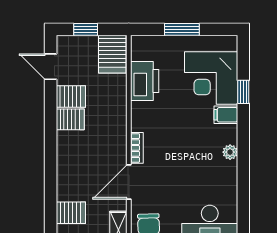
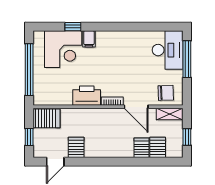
window: (182, 29) -> (29, 70), width x2.11
printer: (145, 81) -> (87, 96), moved
server rack: (70, 119) -> (142, 148), moved
plant: (230, 152) -> (115, 36), removed

